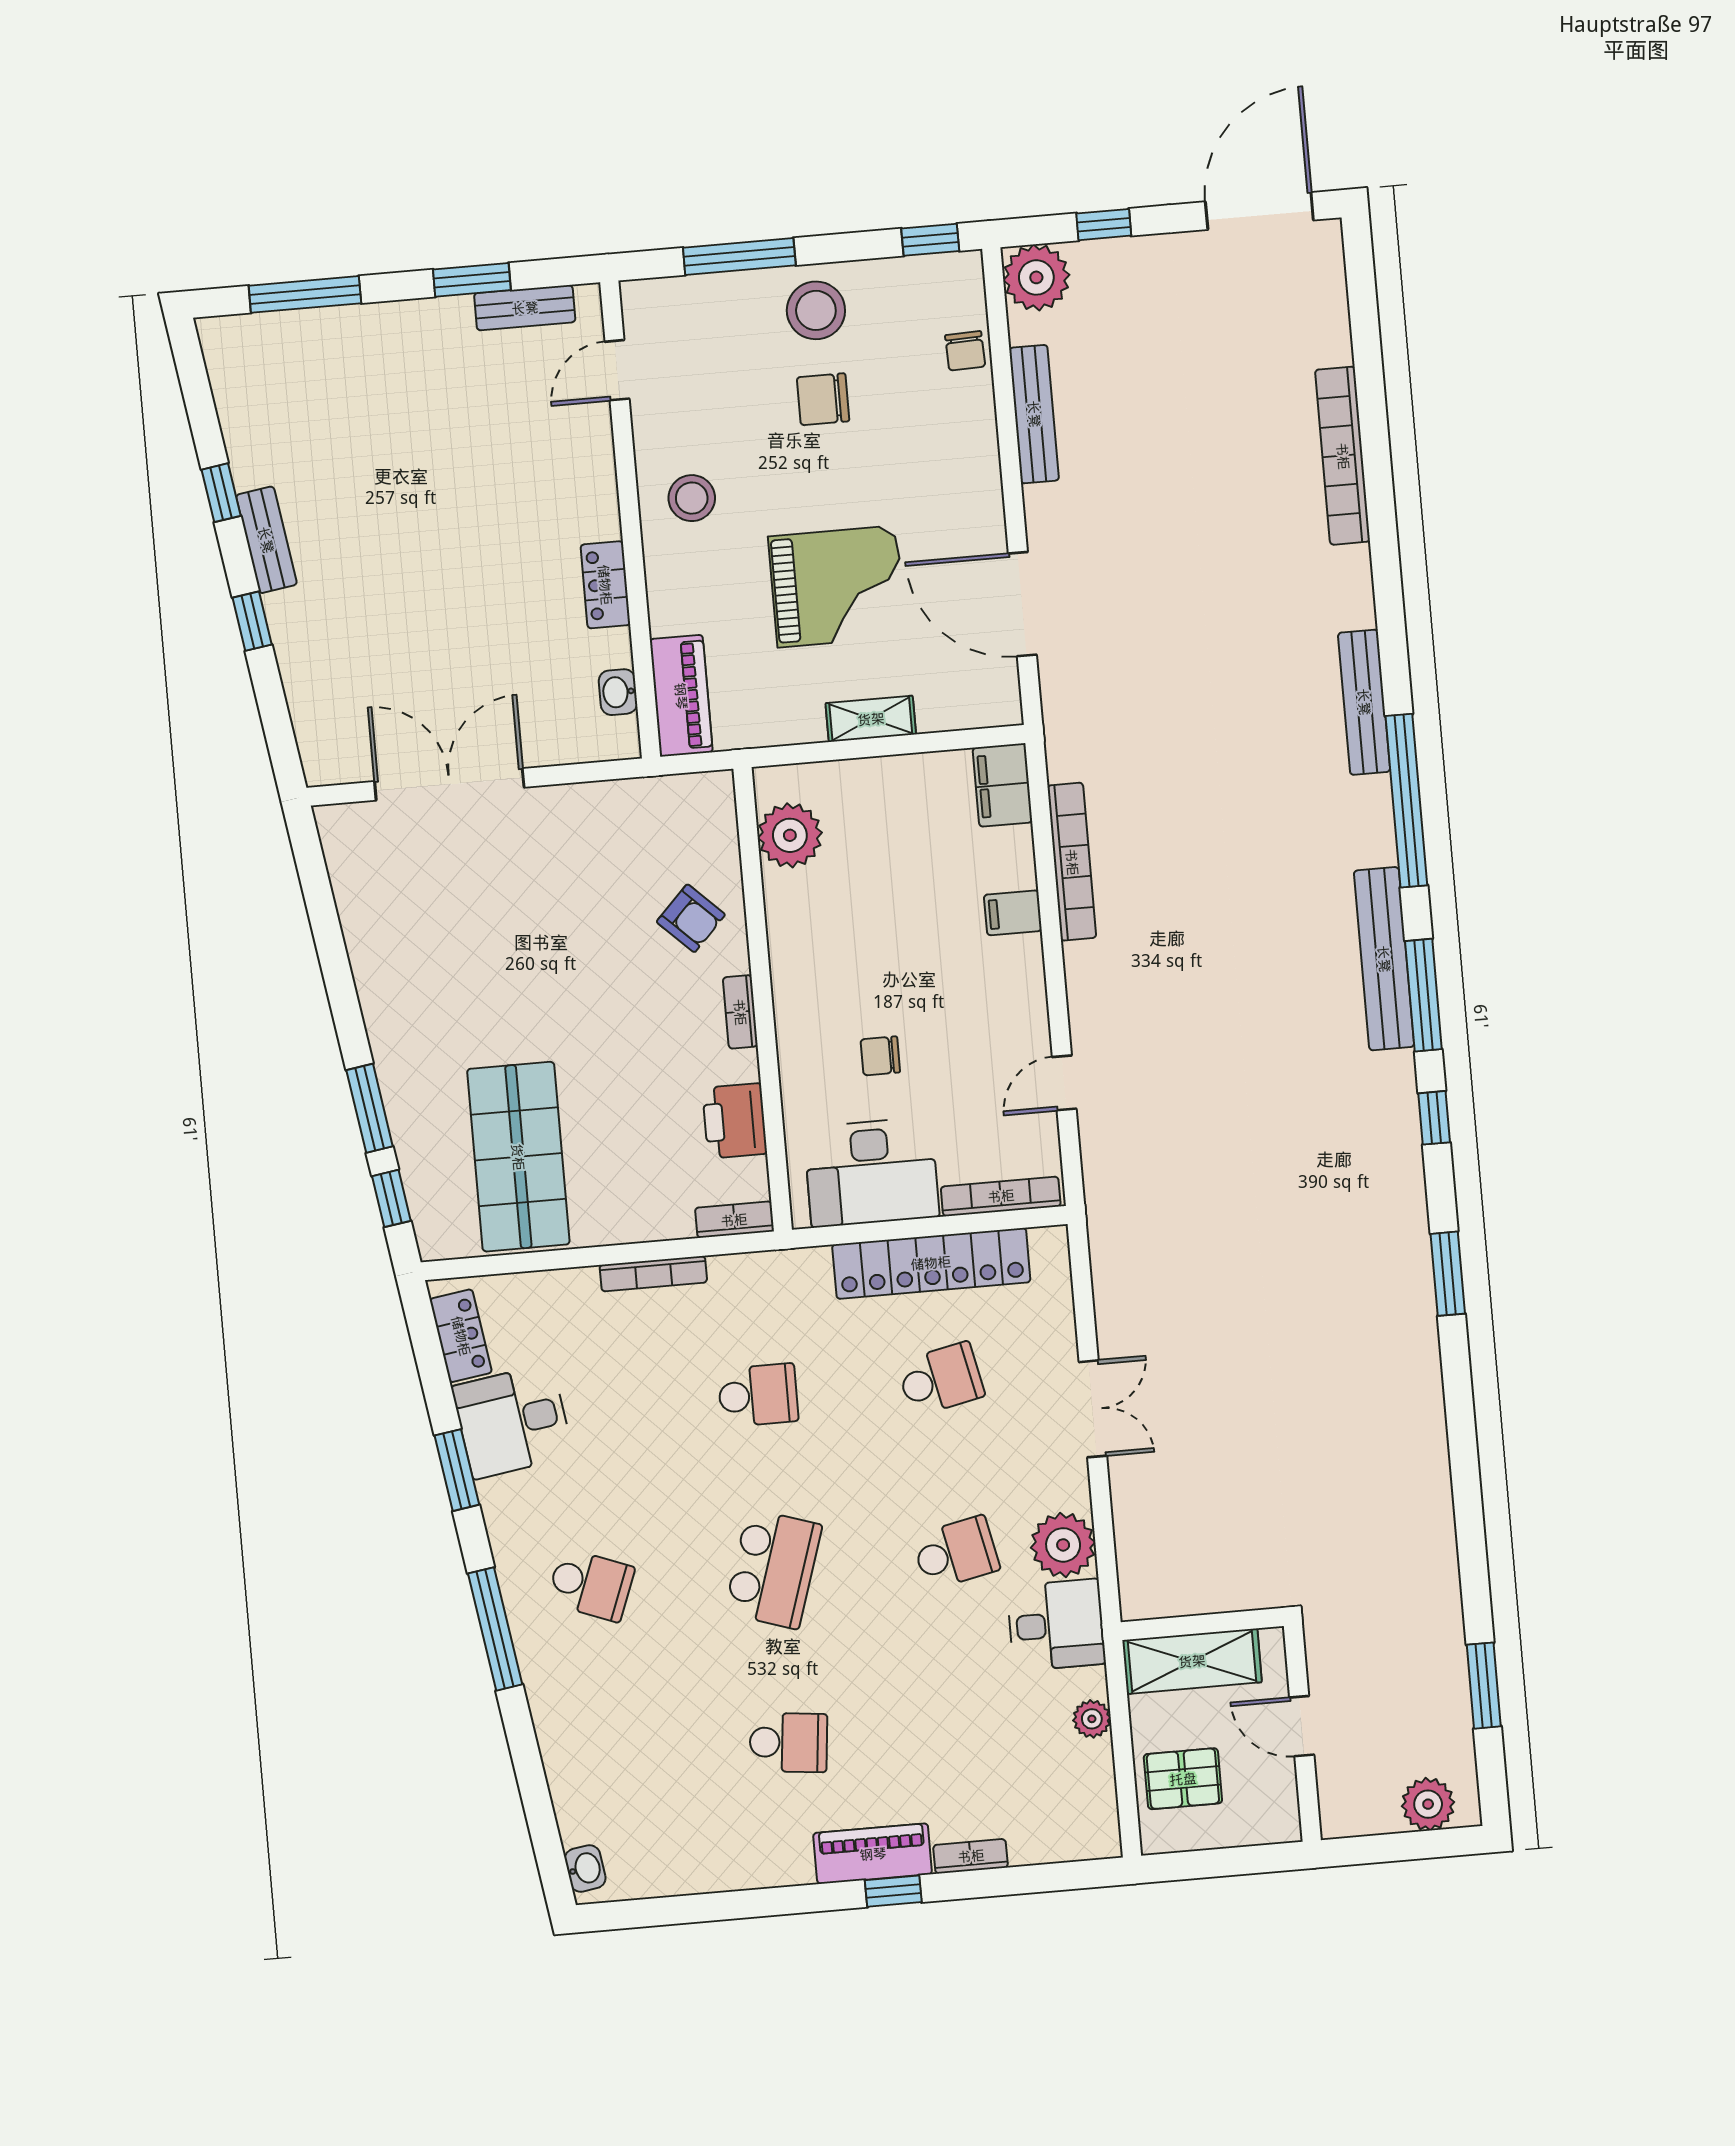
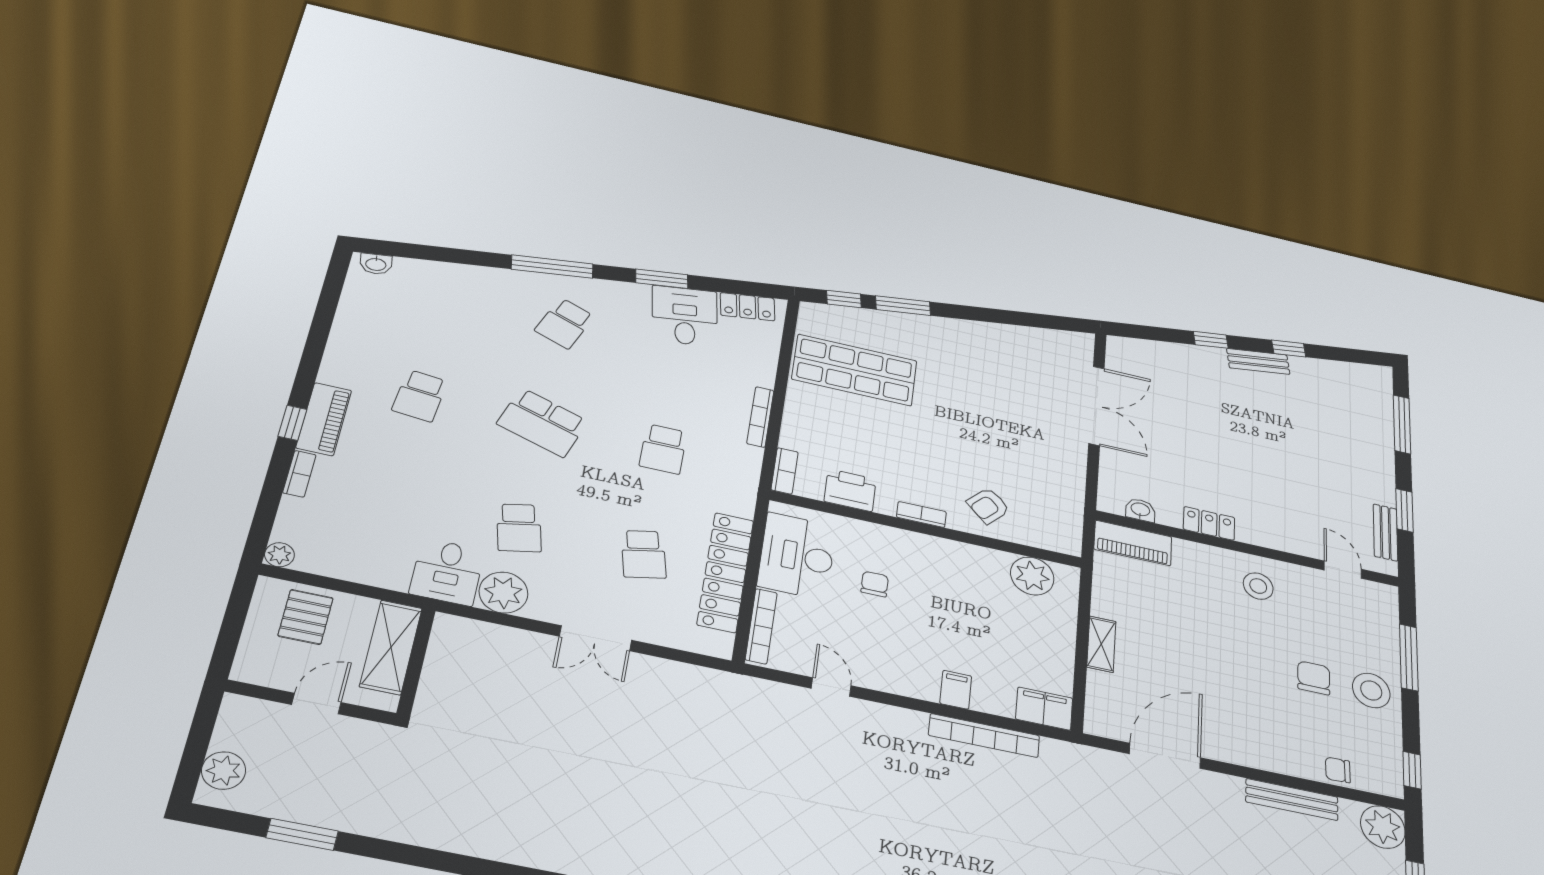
grand piano: (837, 586) -> (1191, 650), removed
plant: (1092, 1719) -> (279, 555), moved

